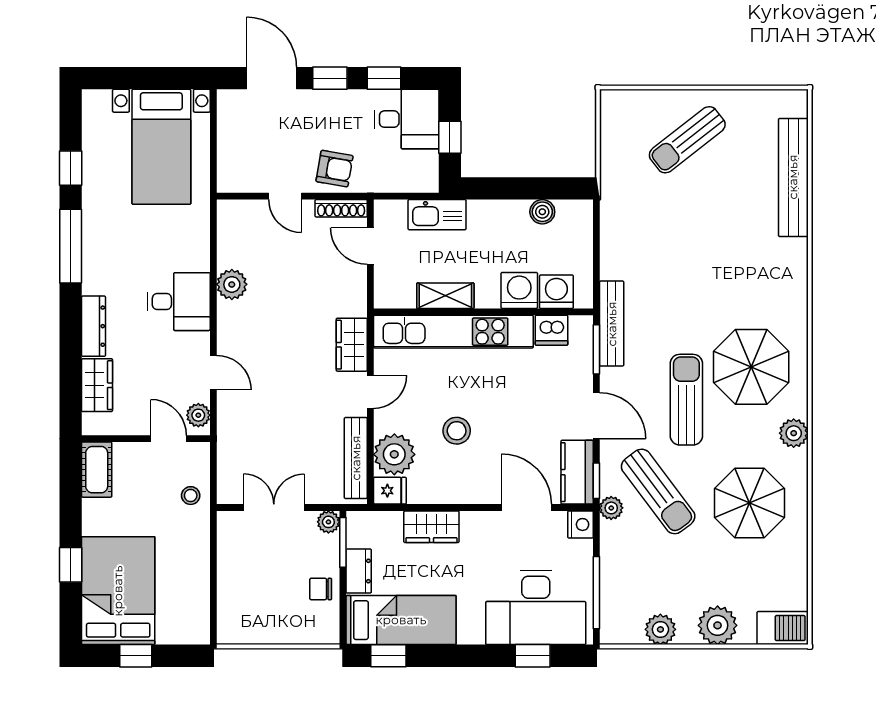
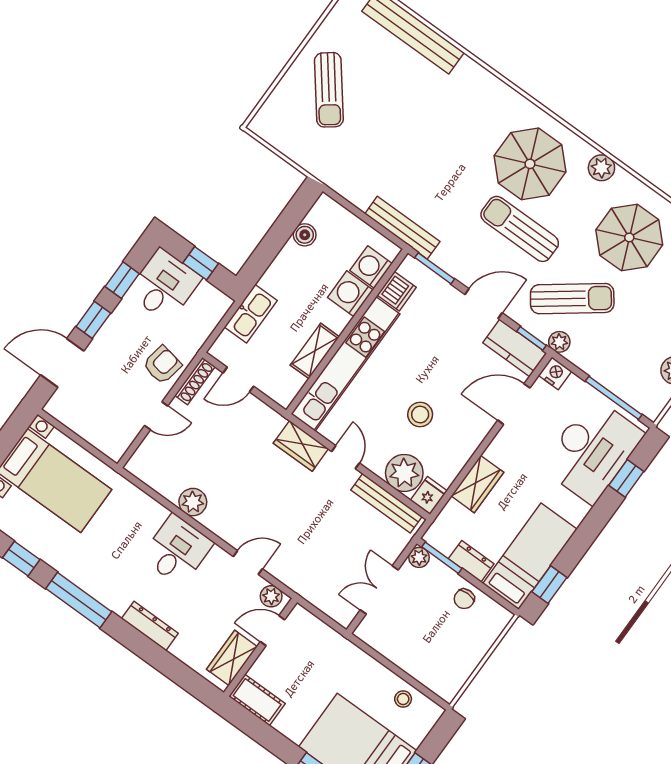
bench: (612, 324) -> (402, 228), moved
wardrobe: (97, 385) -> (232, 658), moved, turned -90
stool: (191, 496) -> (403, 699), moved

